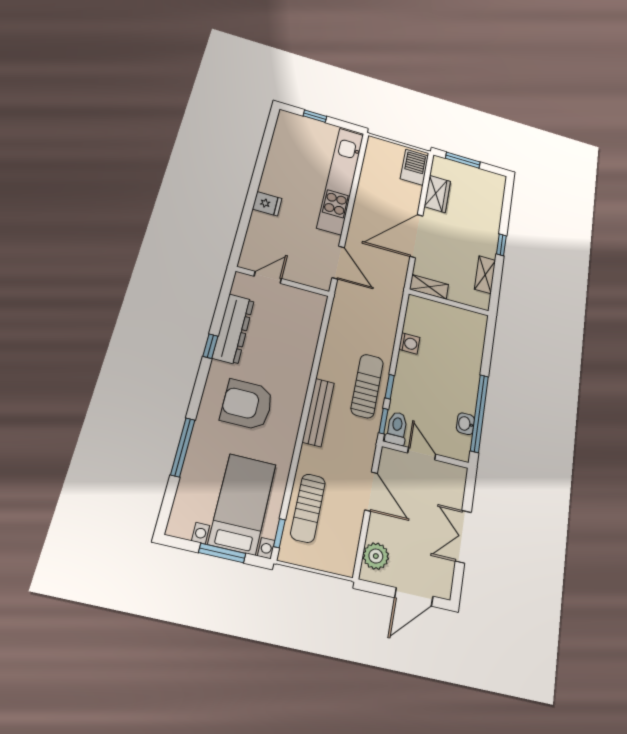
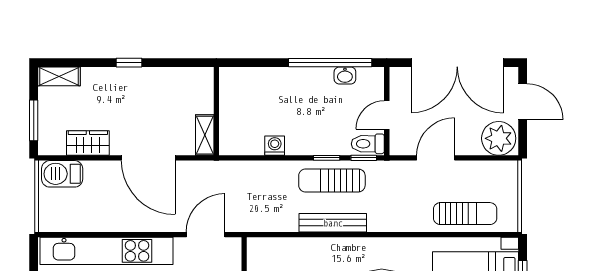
shelving: (485, 275) -> (59, 76), moved
bench: (318, 412) -> (333, 223), moved
window: (279, 533) -> (494, 235), removed
double door: (463, 537) -> (457, 63), width x1.87
plant: (376, 556) -> (499, 138), width x1.36, depth x1.36

